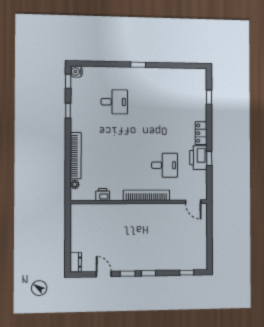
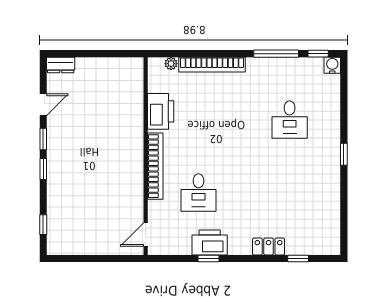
window: (68, 111) -> (276, 54), width x2.17
locker: (201, 133) -> (269, 246), moved
printer: (103, 195) -> (161, 111), width x1.87, depth x1.48

